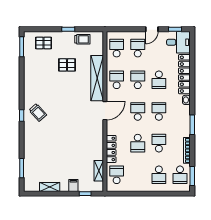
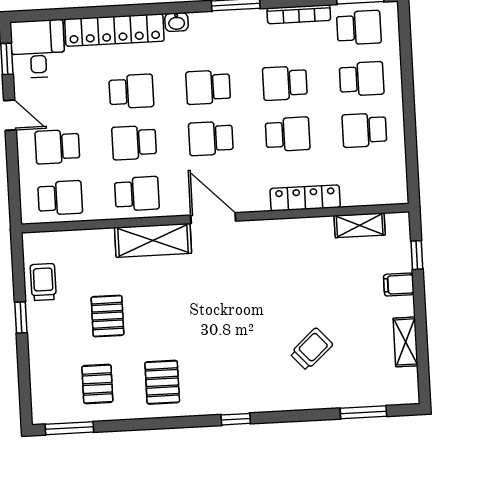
pallet: (44, 43) -> (97, 384), moved
school desk: (117, 48) -> (60, 198), turned 180
shelving: (97, 78) -> (153, 240), width x0.68
school desk: (117, 80) -> (137, 194), turned 180
pallet: (38, 86) -> (162, 382), added
trolley: (38, 112) -> (311, 349), moved
school desk: (117, 175) -> (364, 130), moved

